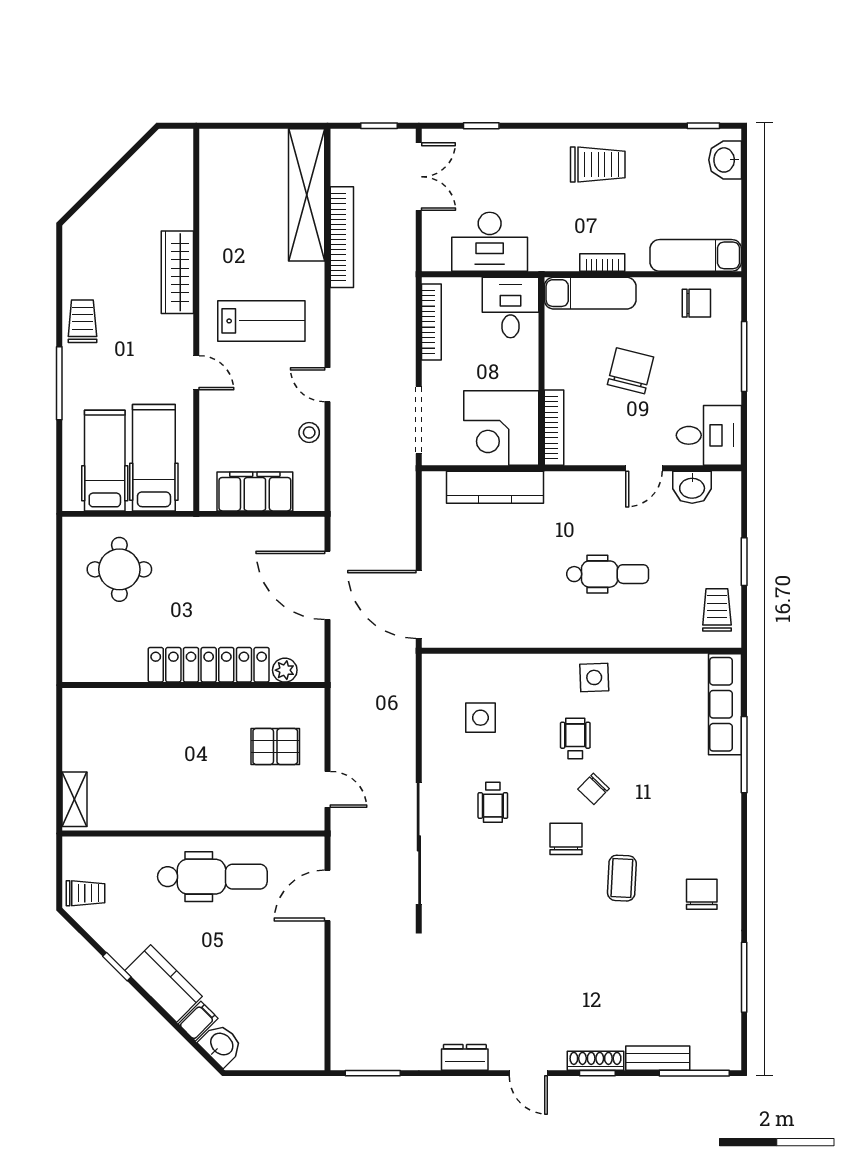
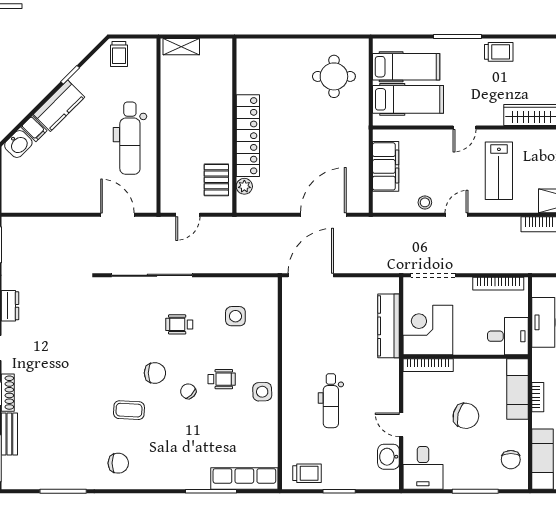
locker: (209, 665) -> (248, 136), moved
plant: (285, 670) -> (244, 186), moved
wall: (193, 685) -> (234, 126), moved

